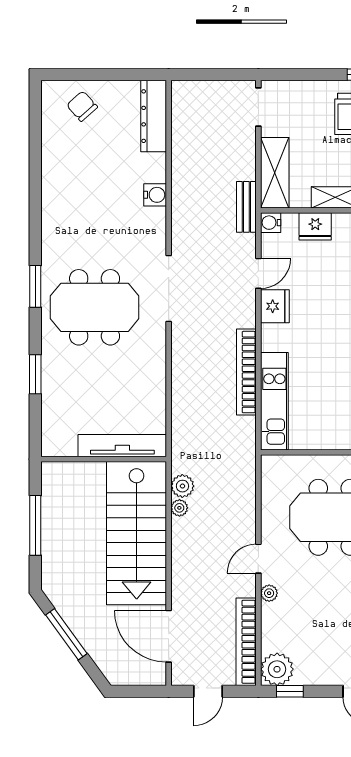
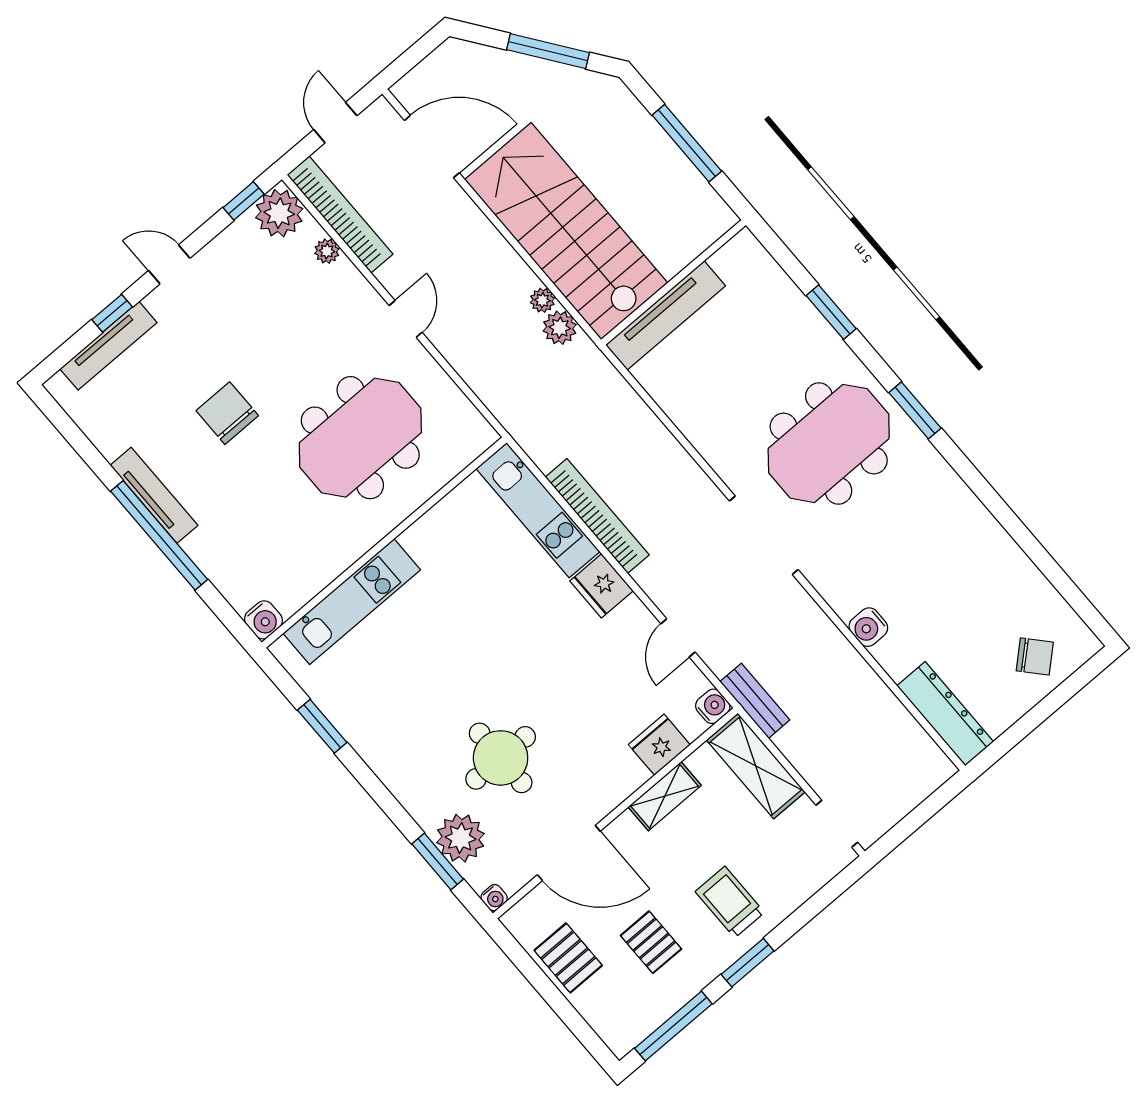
fridge: (275, 306) -> (602, 586), moved
plant: (269, 593) -> (327, 251), moved

